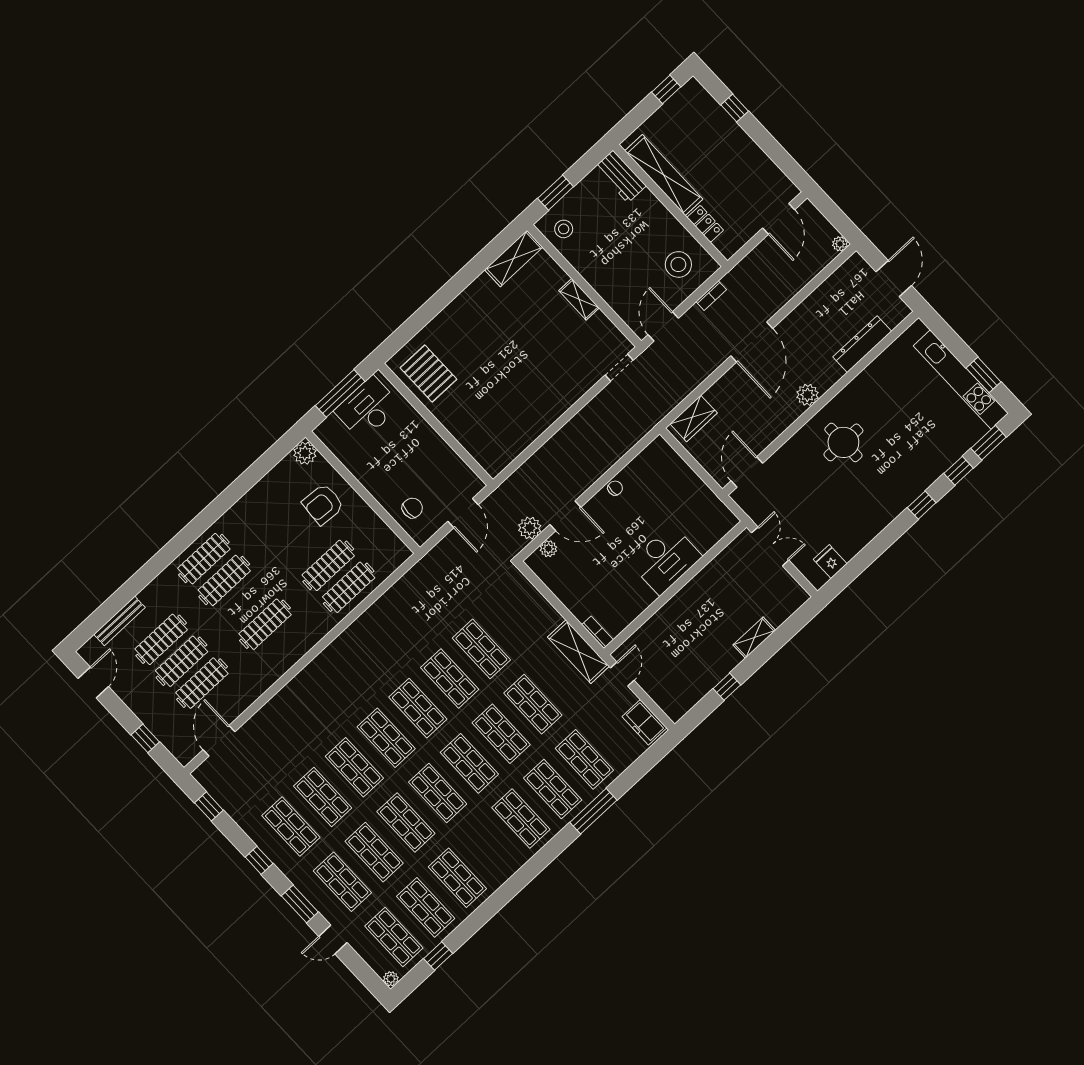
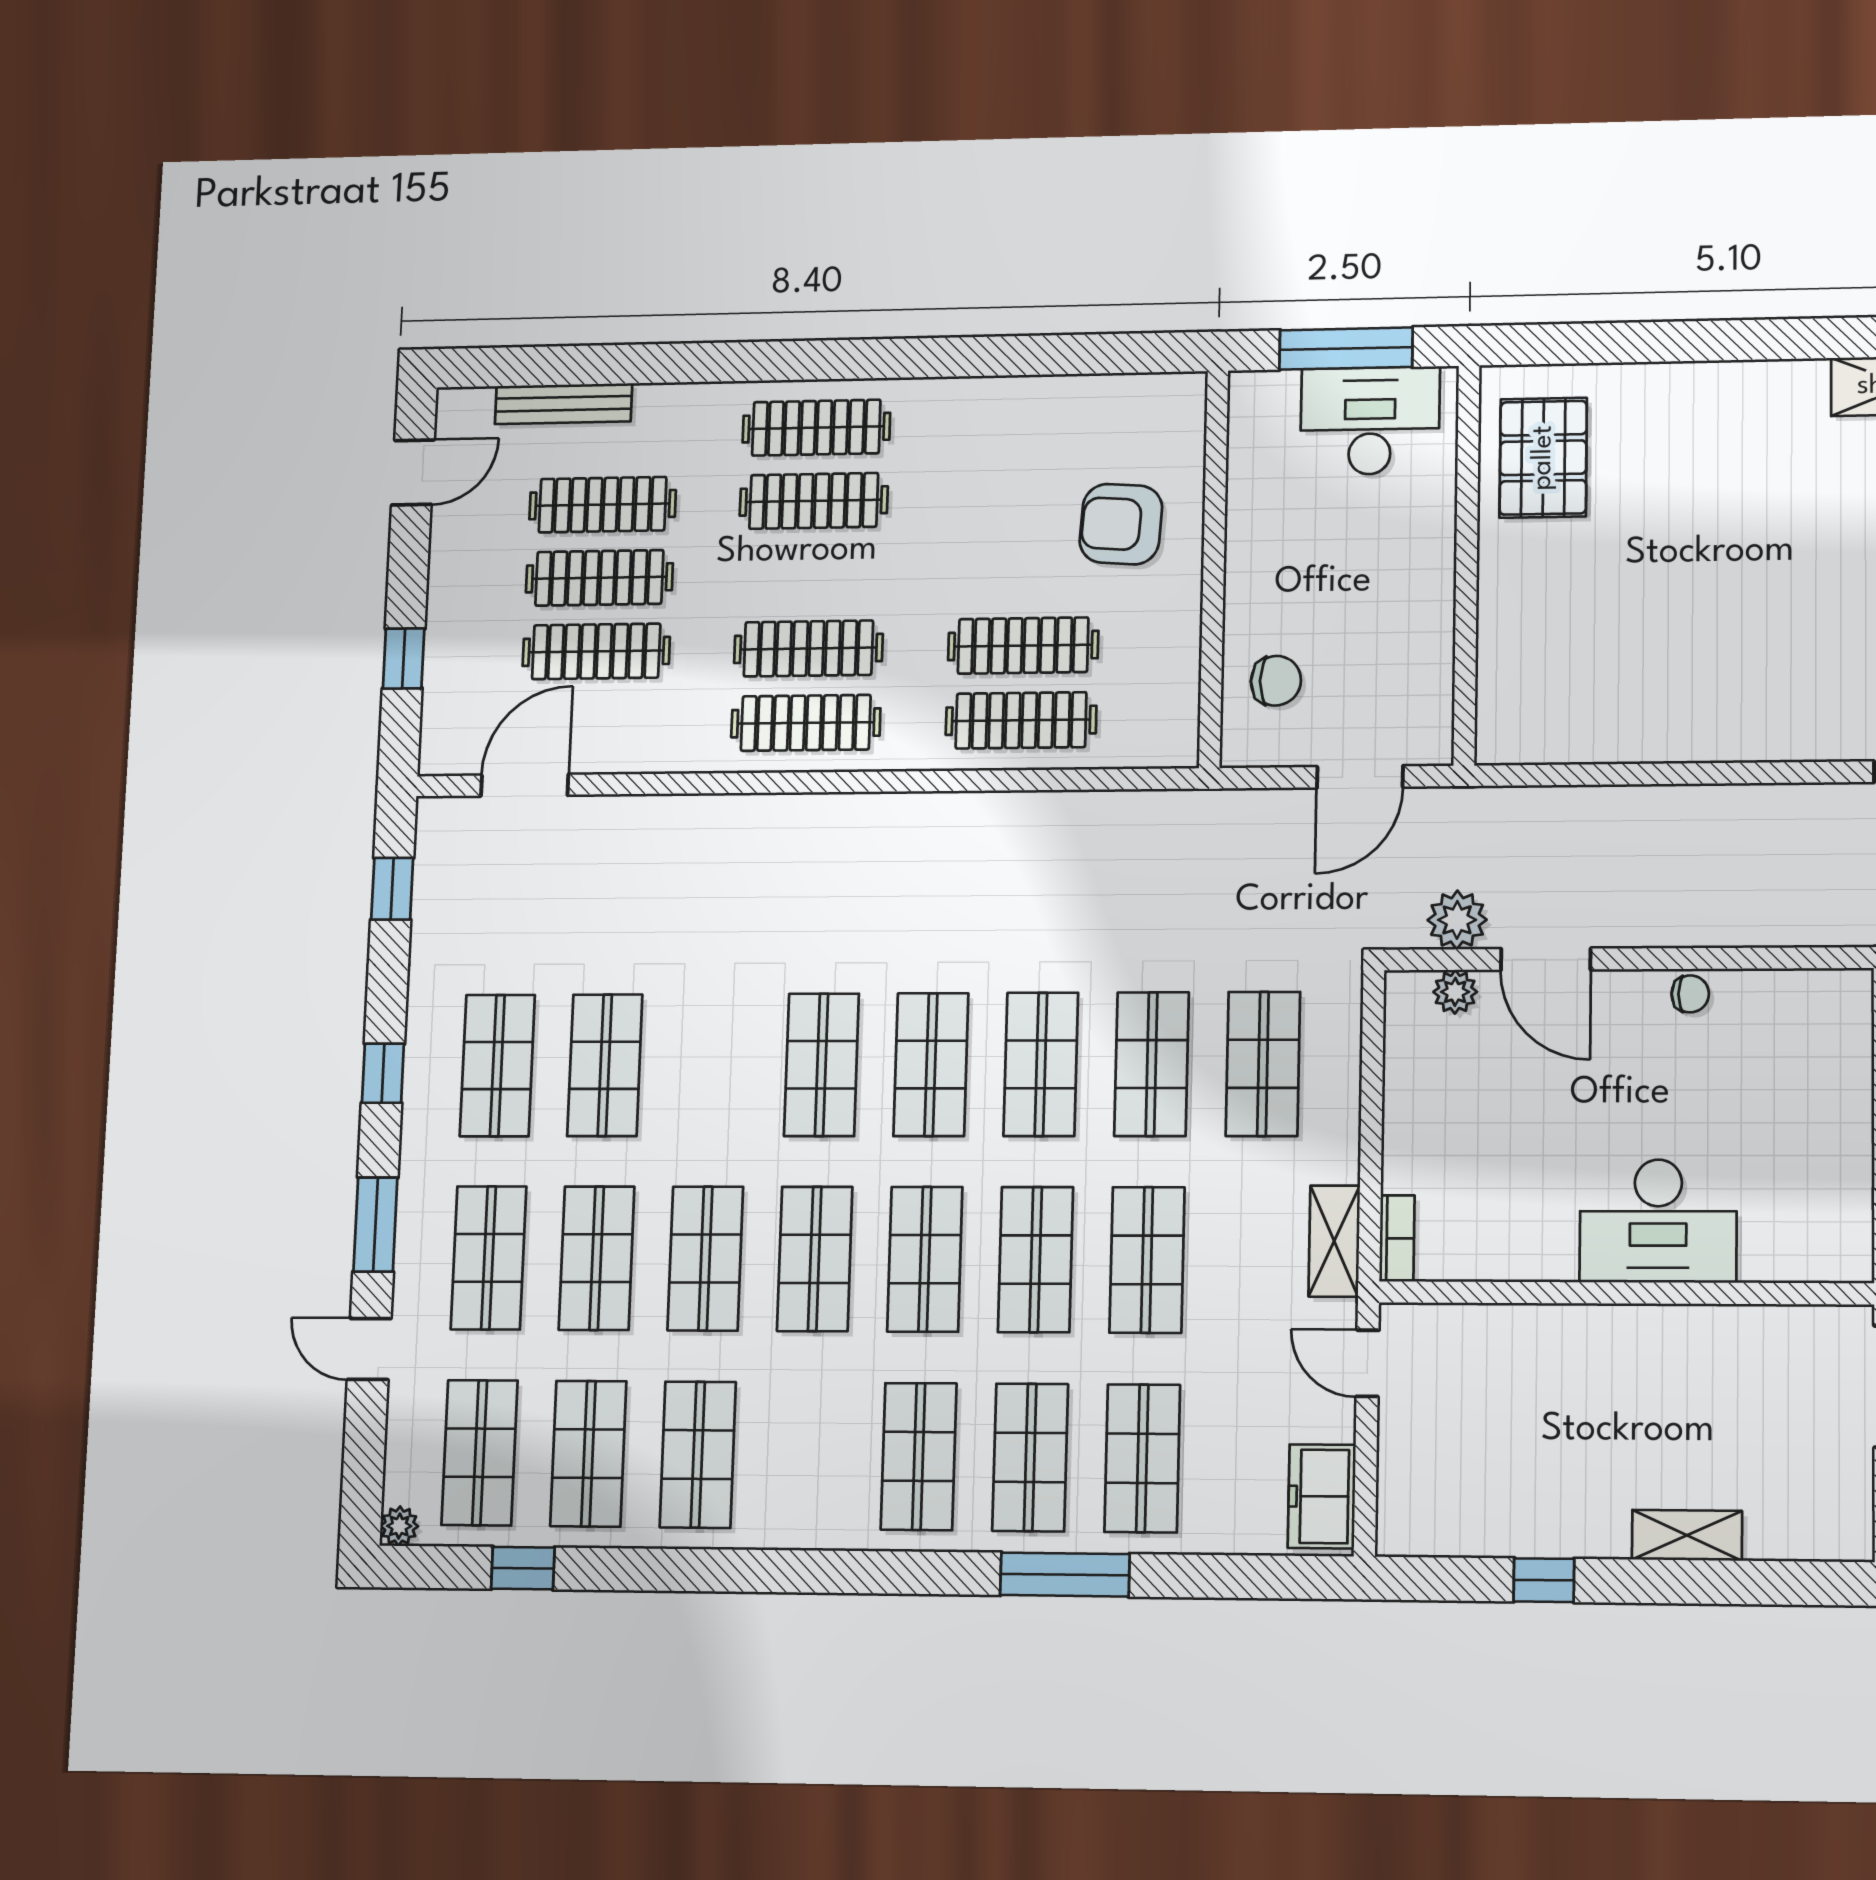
plant: (305, 453) -> (1178, 400), removed
clothes rail: (285, 646) -> (806, 723), added
shelving: (578, 652) -> (1334, 1241), width x0.67, depth x0.75
door: (622, 674) -> (1367, 1363), swing flipped
shop shelf: (354, 767) -> (1263, 1064), moved

